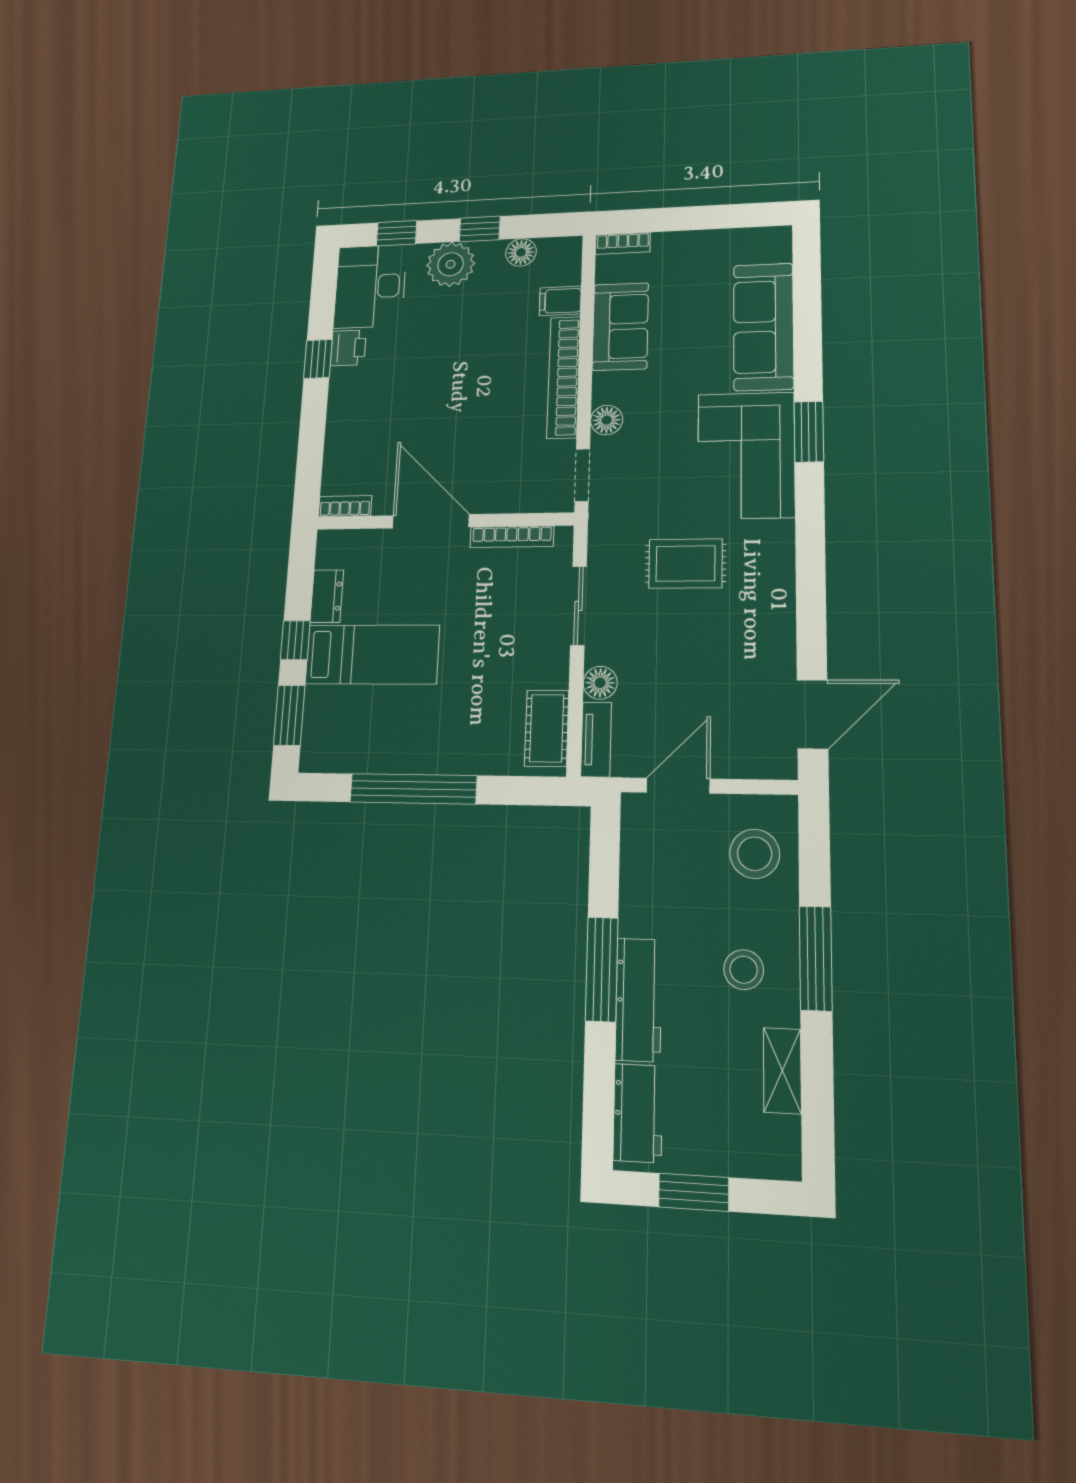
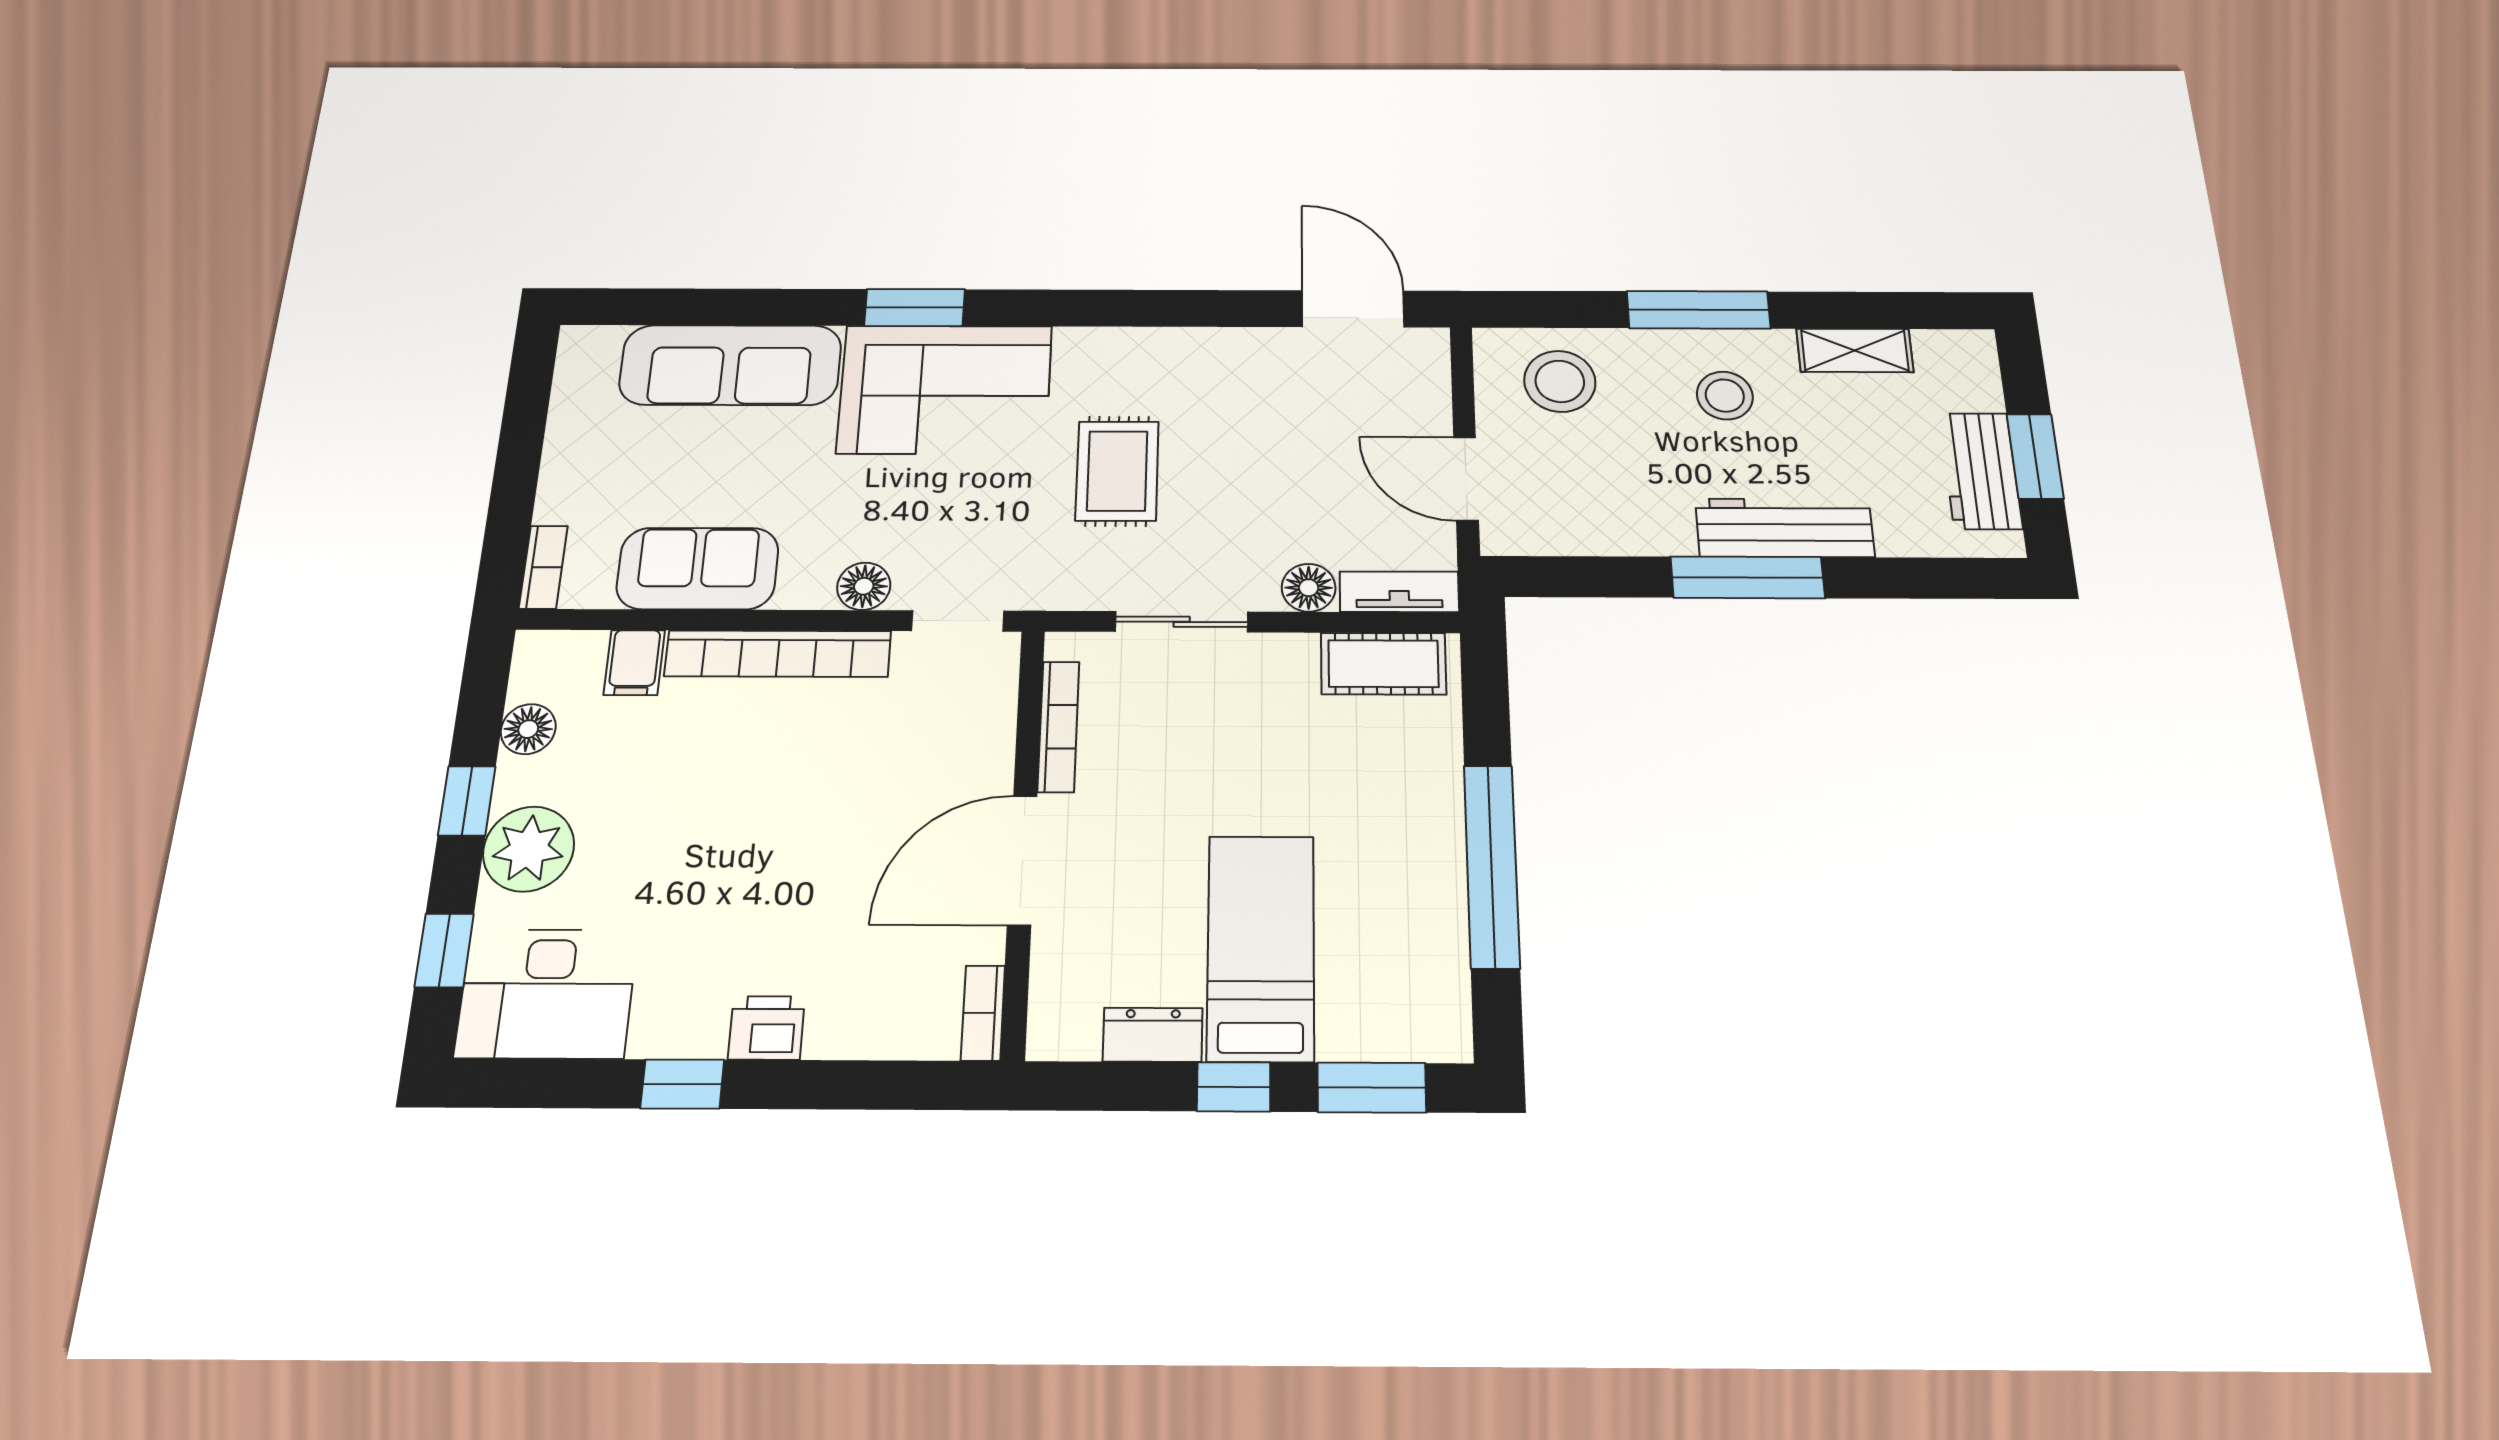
printer: (348, 348) -> (766, 1028), moved
workbench: (638, 1113) -> (1981, 471), moved, turned -90

